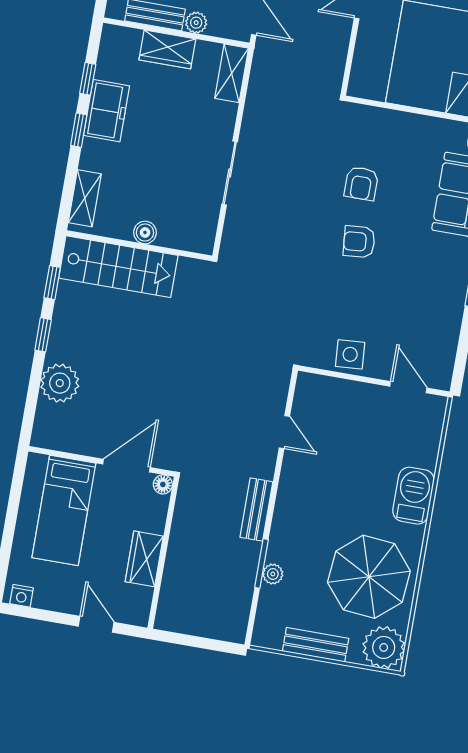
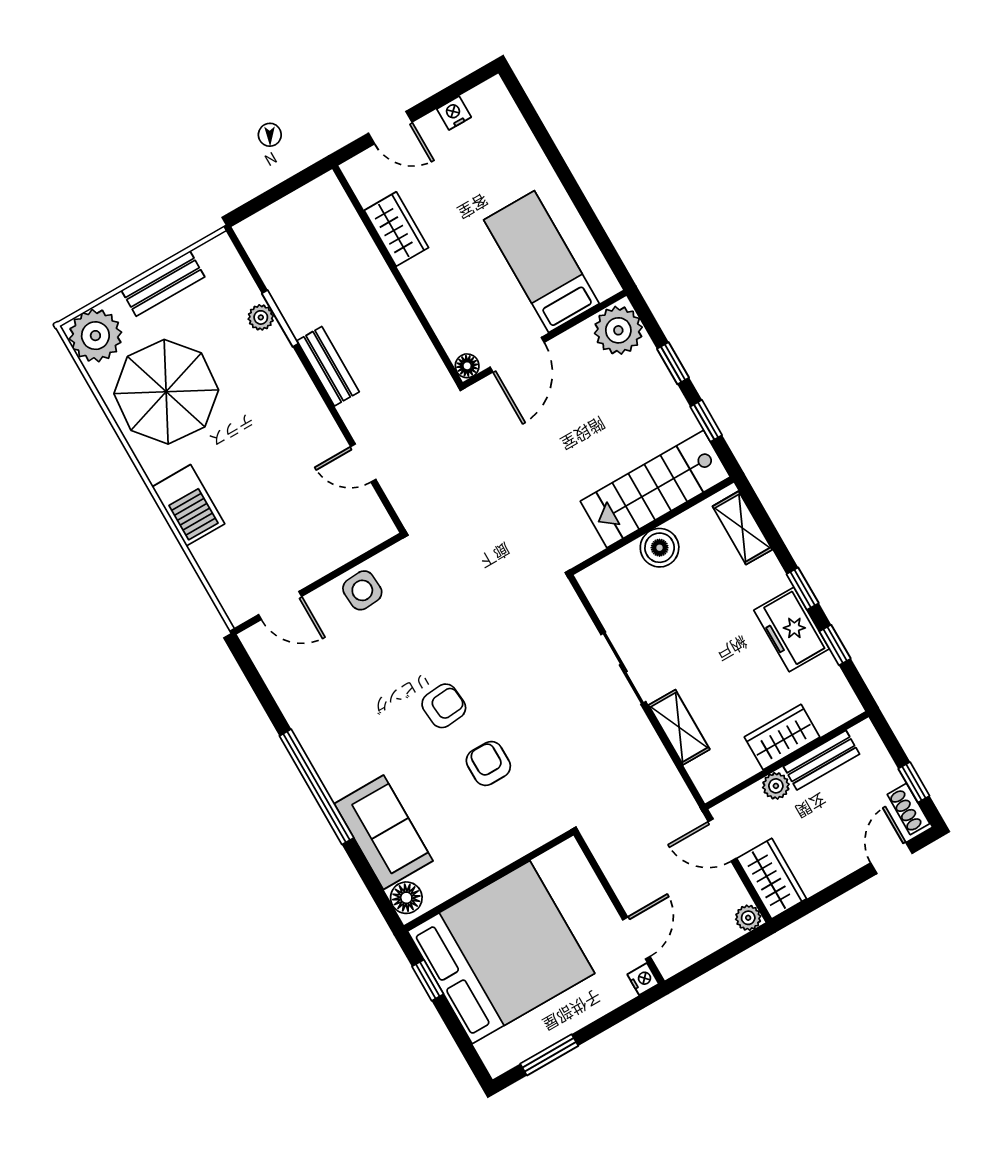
shelving: (232, 73) -> (679, 727), moved
boiler: (145, 232) -> (660, 548), width x1.36, depth x1.36
wall: (102, 461) -> (545, 339), moved
door: (126, 466) -> (517, 355), moved
floor lamp: (163, 484) -> (467, 366), moved
bed: (64, 510) -> (541, 262), moved
nightstand: (22, 596) -> (454, 113), moved

